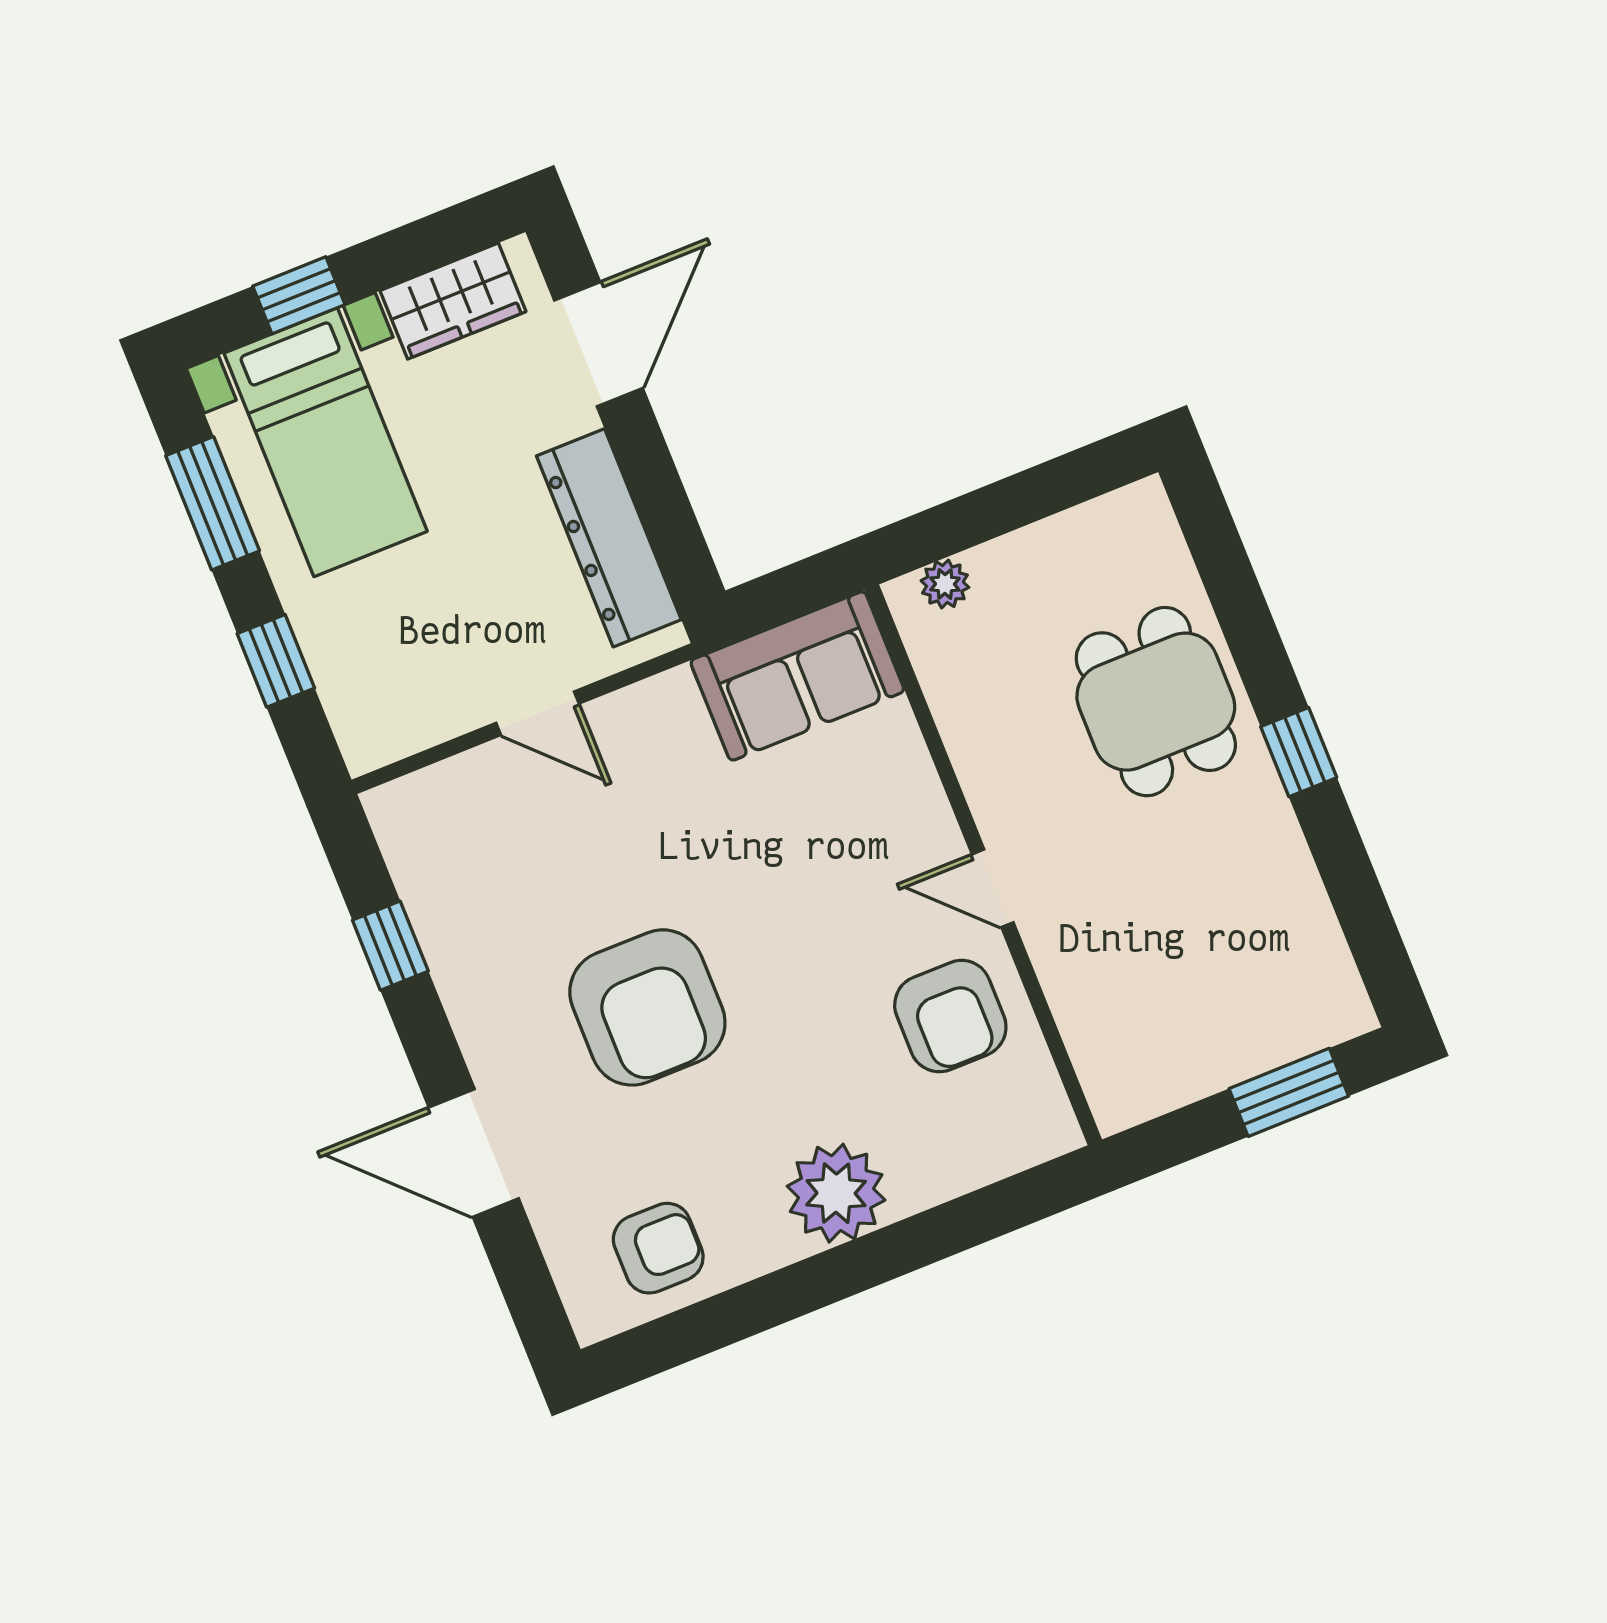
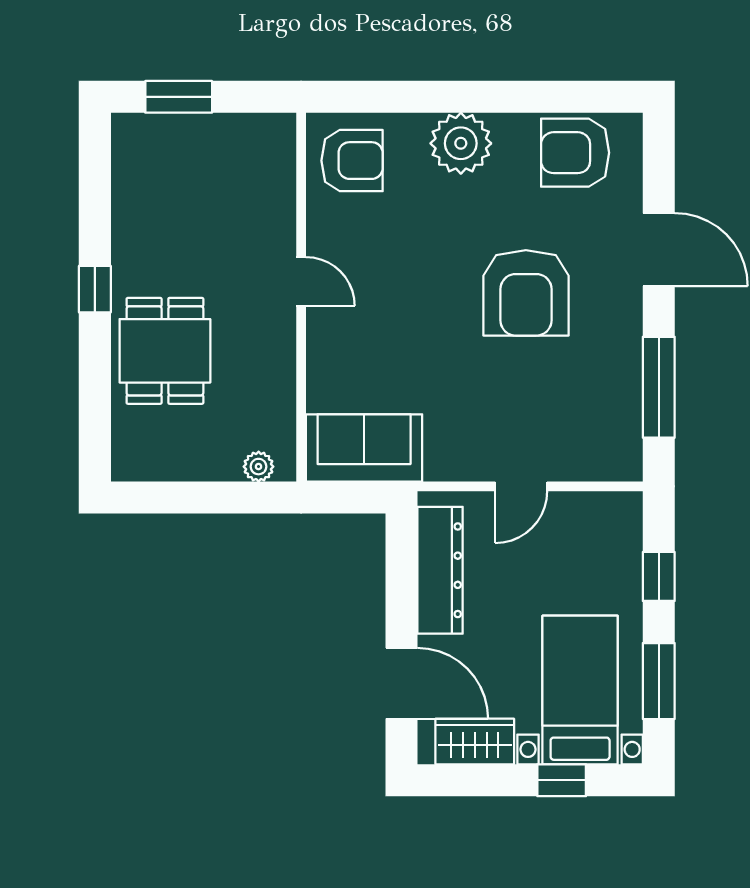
door: (598, 344) -> (402, 683), swing flipped
door: (538, 713) -> (521, 486), swing flipped
window: (390, 946) -> (659, 387), width x2.17
armchair: (647, 1007) -> (526, 293), turned 180
armchair: (950, 1016) -> (352, 161), moved, turned 90
armchair: (658, 1248) -> (575, 153), width x1.38, depth x1.38

